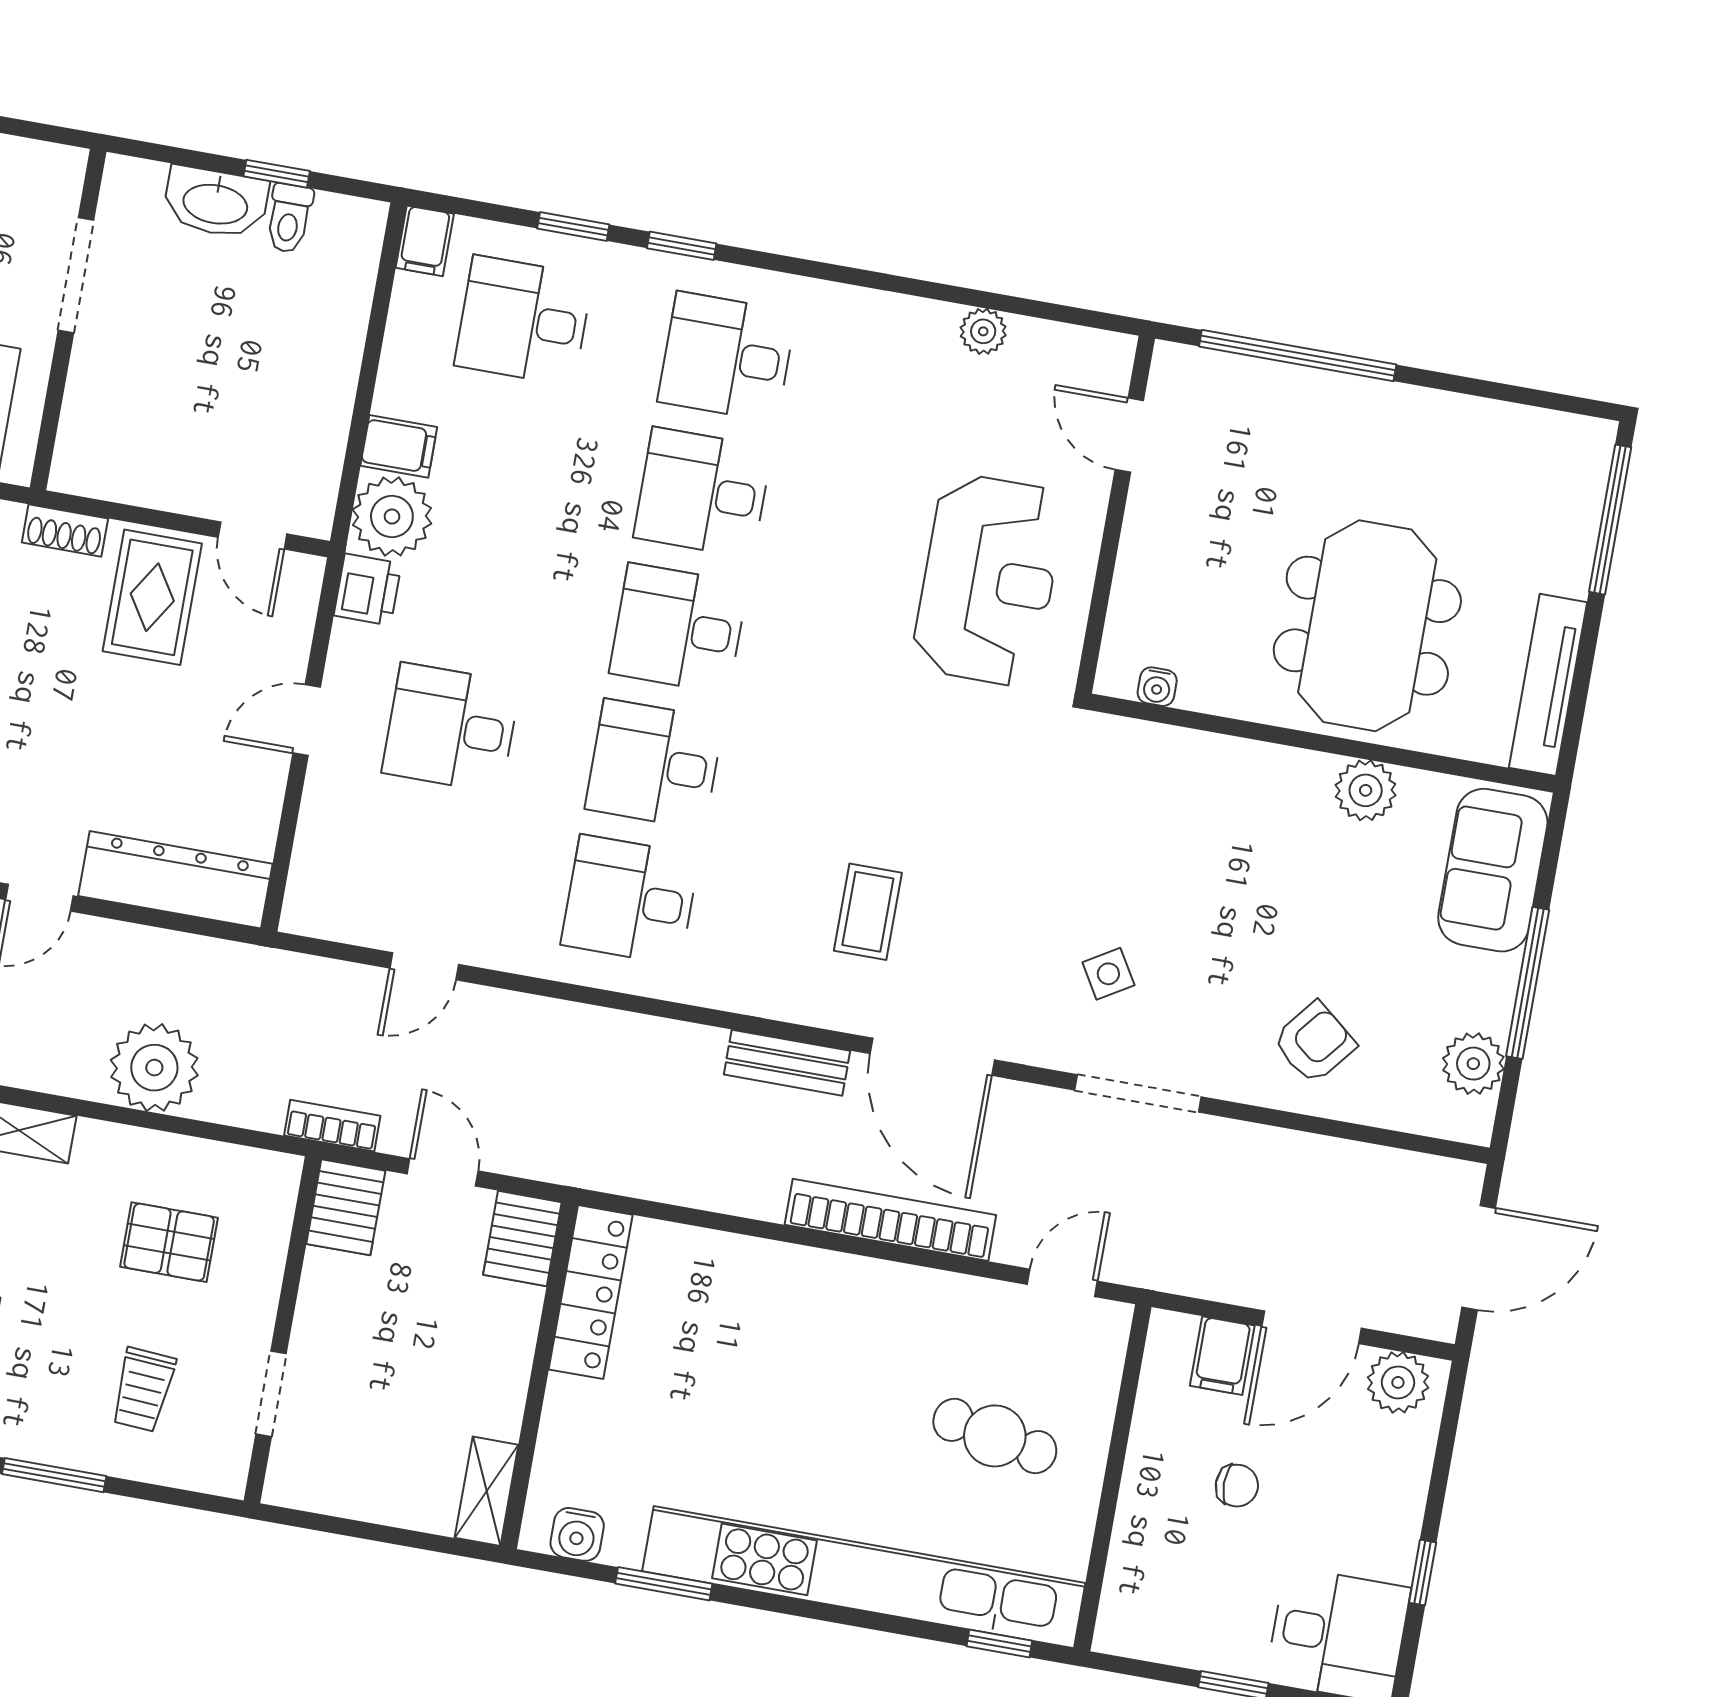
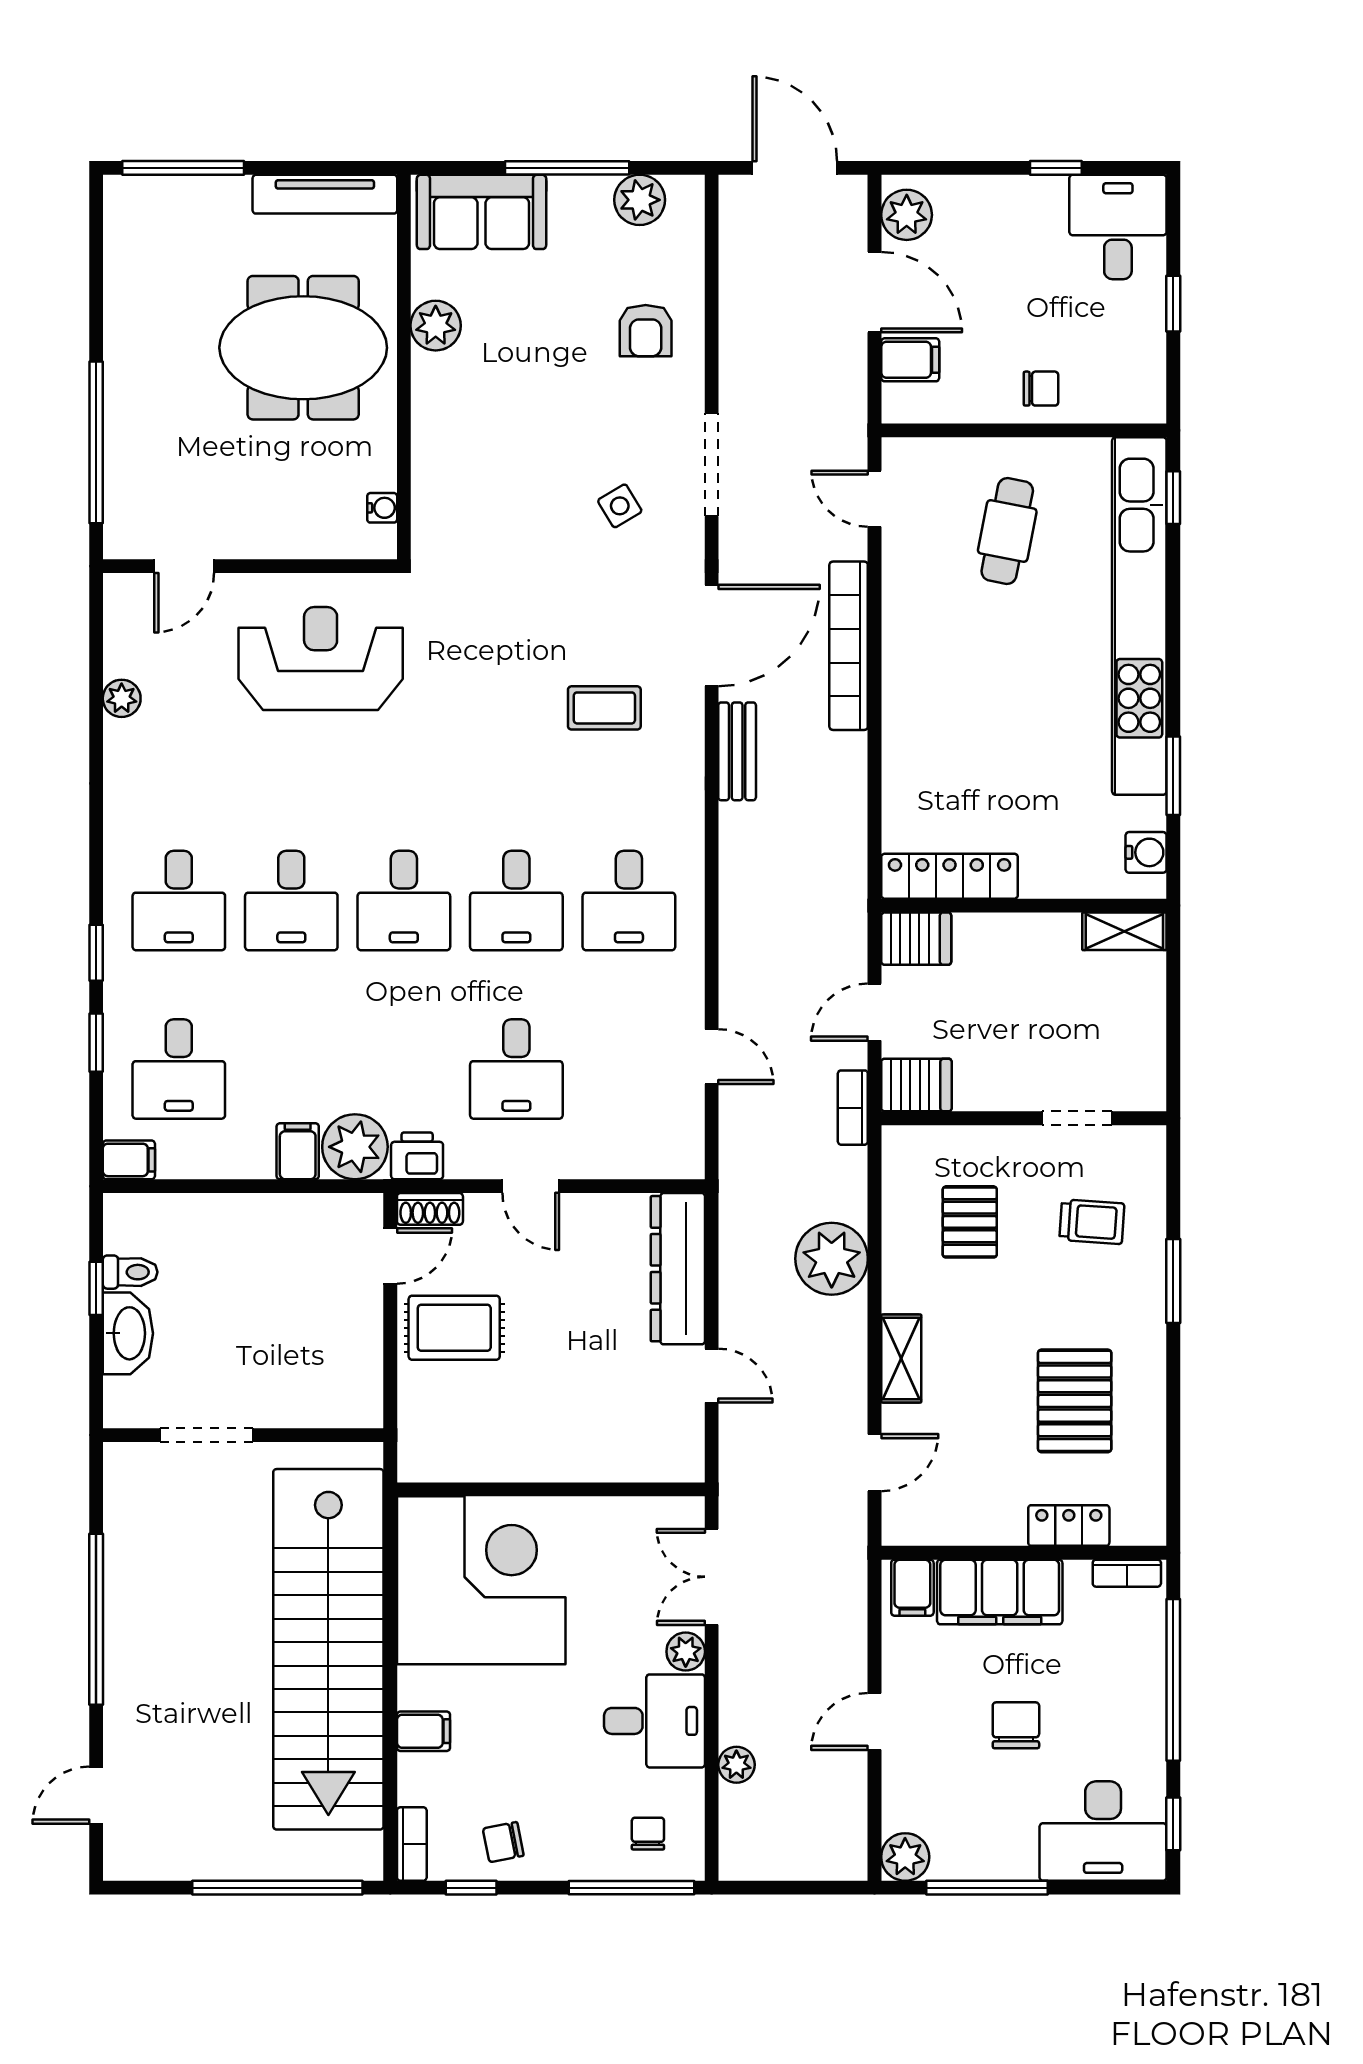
shoe rack: (65, 531) -> (430, 1209), moved, turned 90
armchair: (1314, 1043) -> (646, 331), turned -129
chair: (1237, 1486) -> (1041, 389), moved, turned 90

